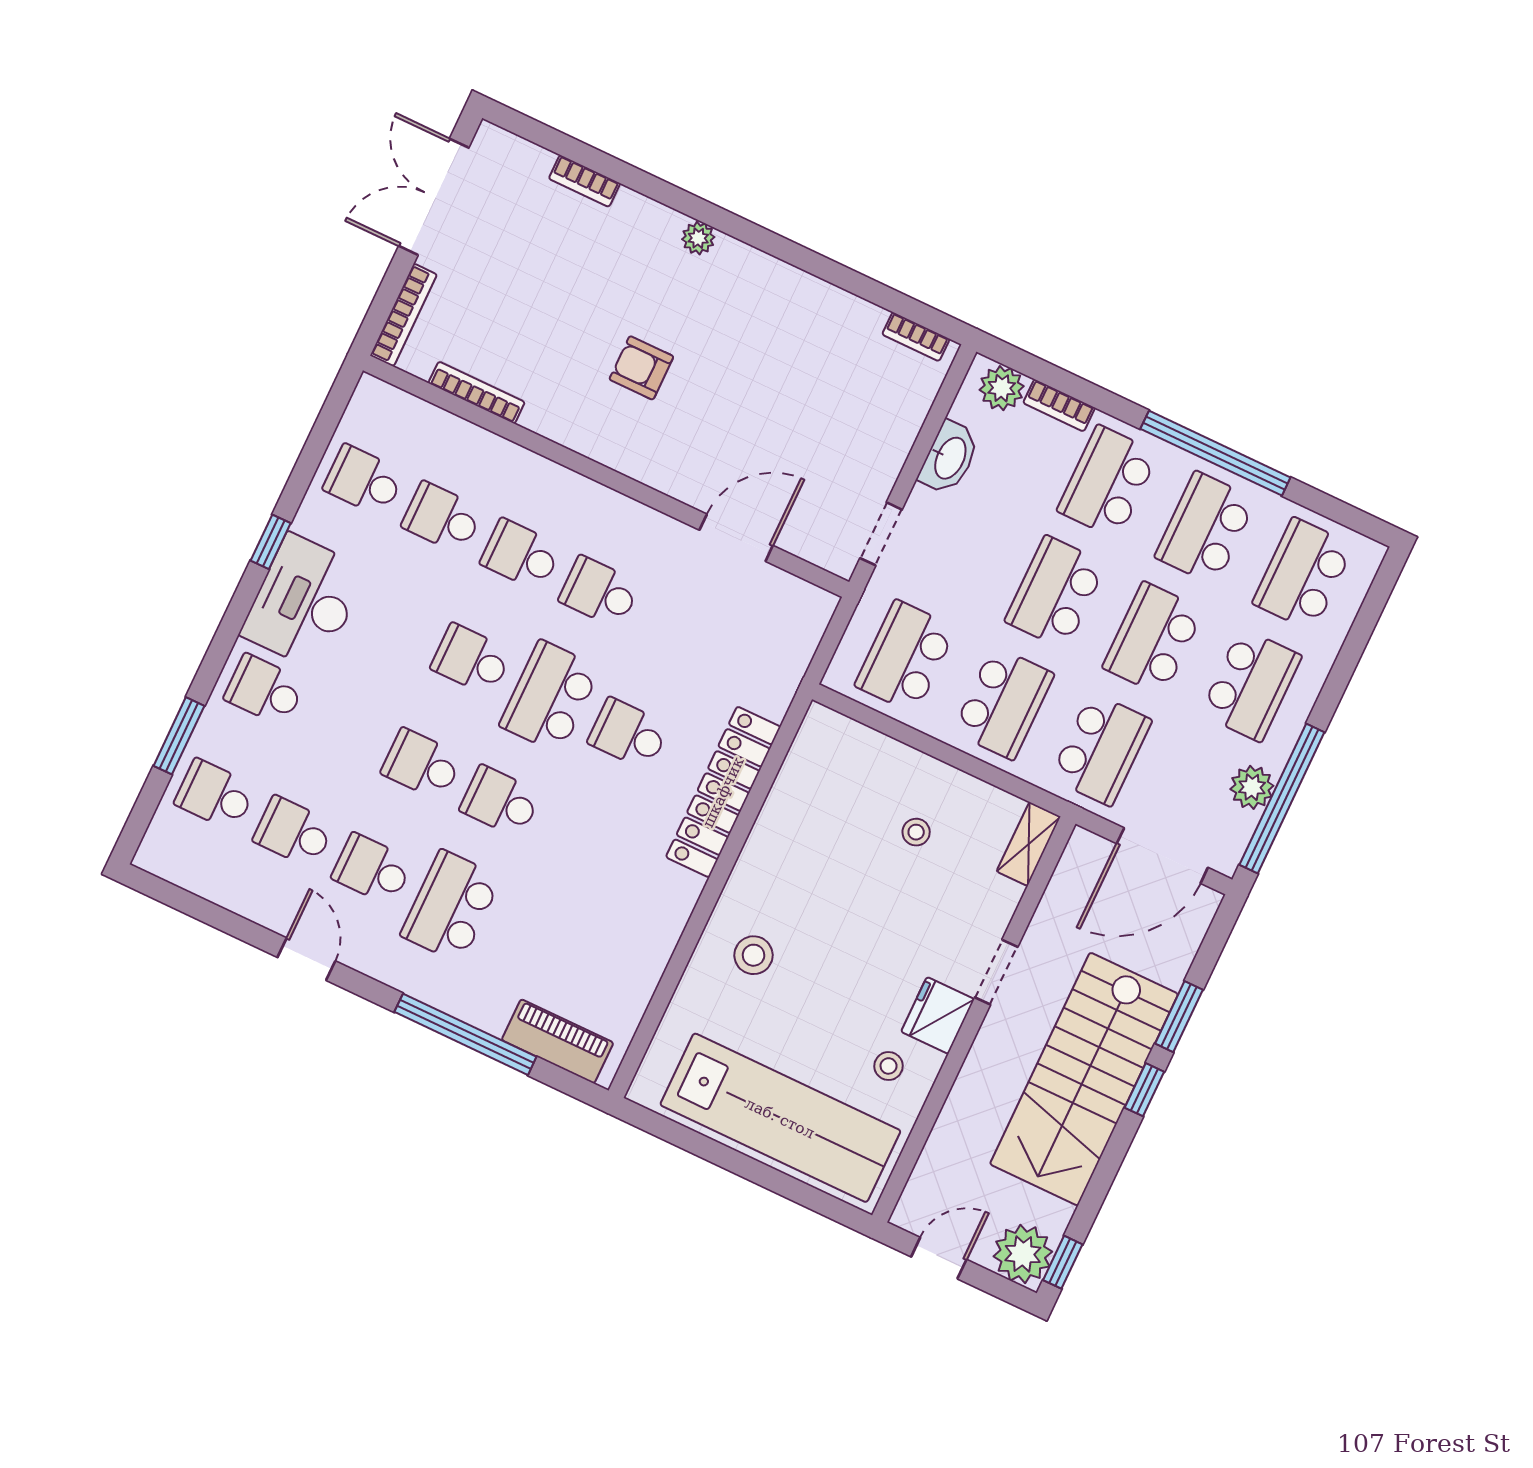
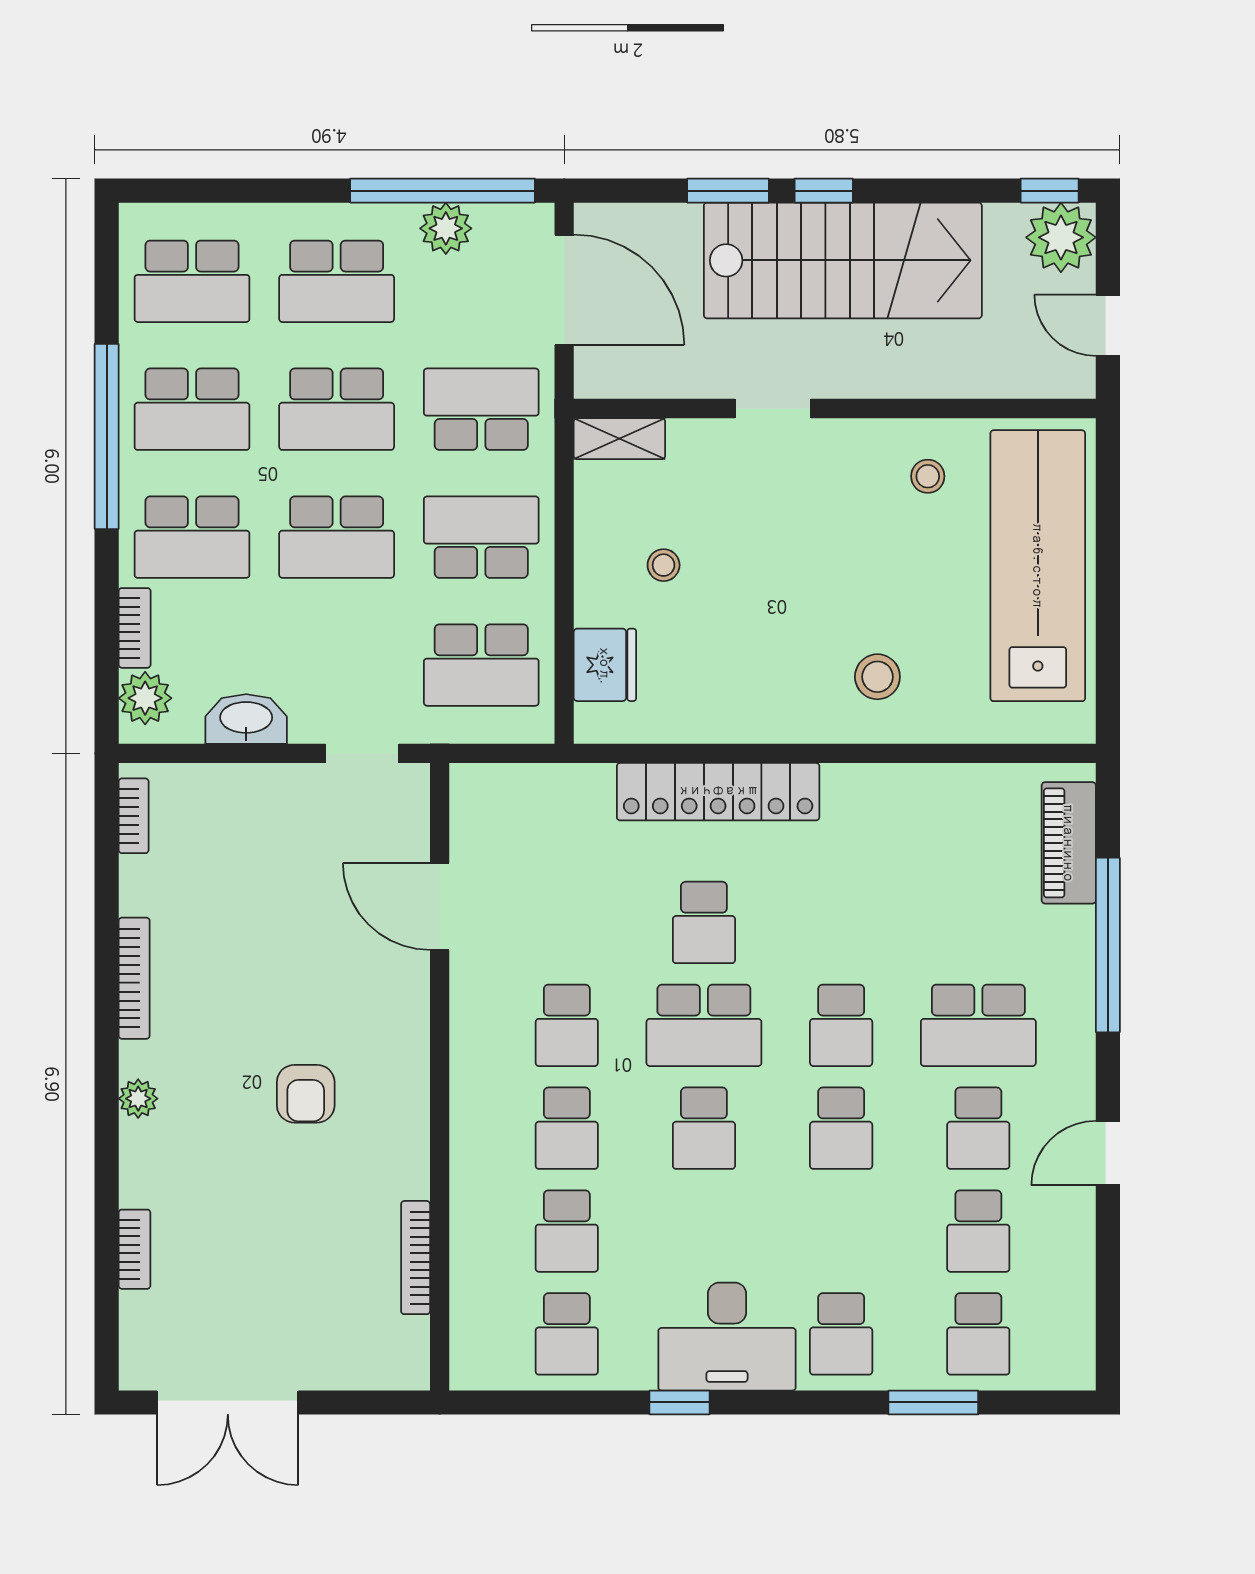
bookcase: (404, 315) -> (134, 978), moved, turned 90
school desk: (1251, 685) -> (337, 281), turned 180
fridge: (938, 1015) -> (605, 665), moved, turned -90

